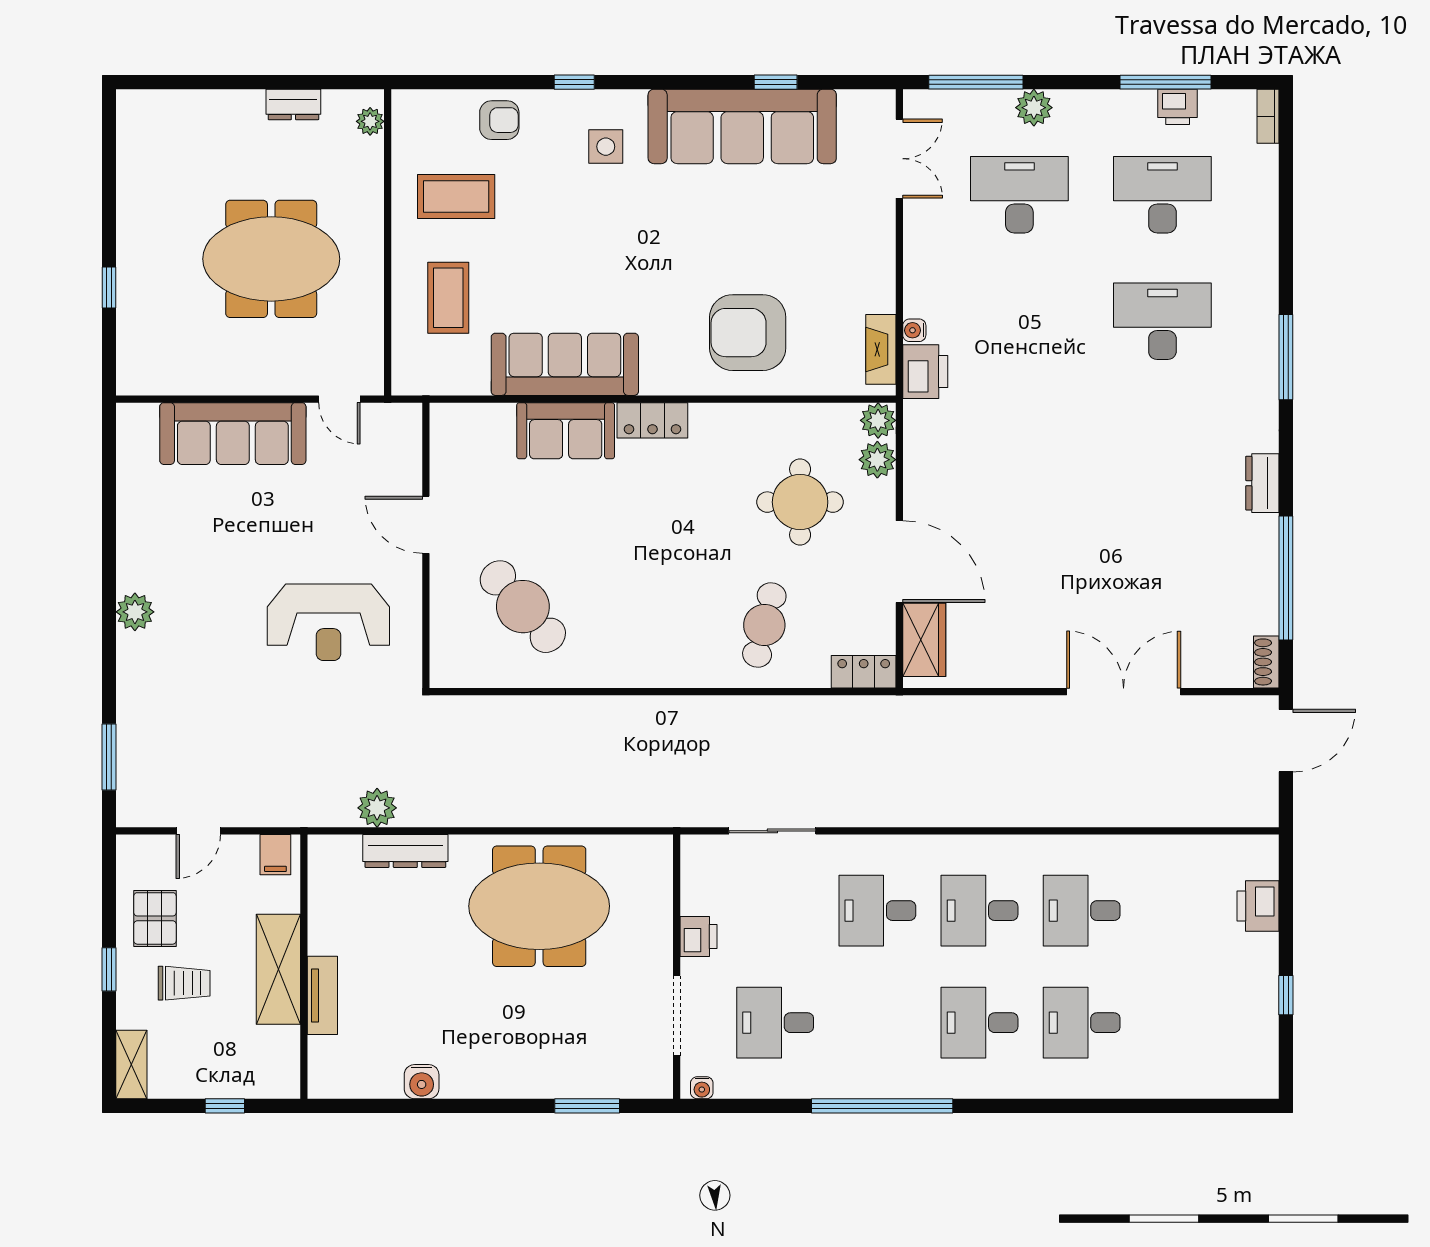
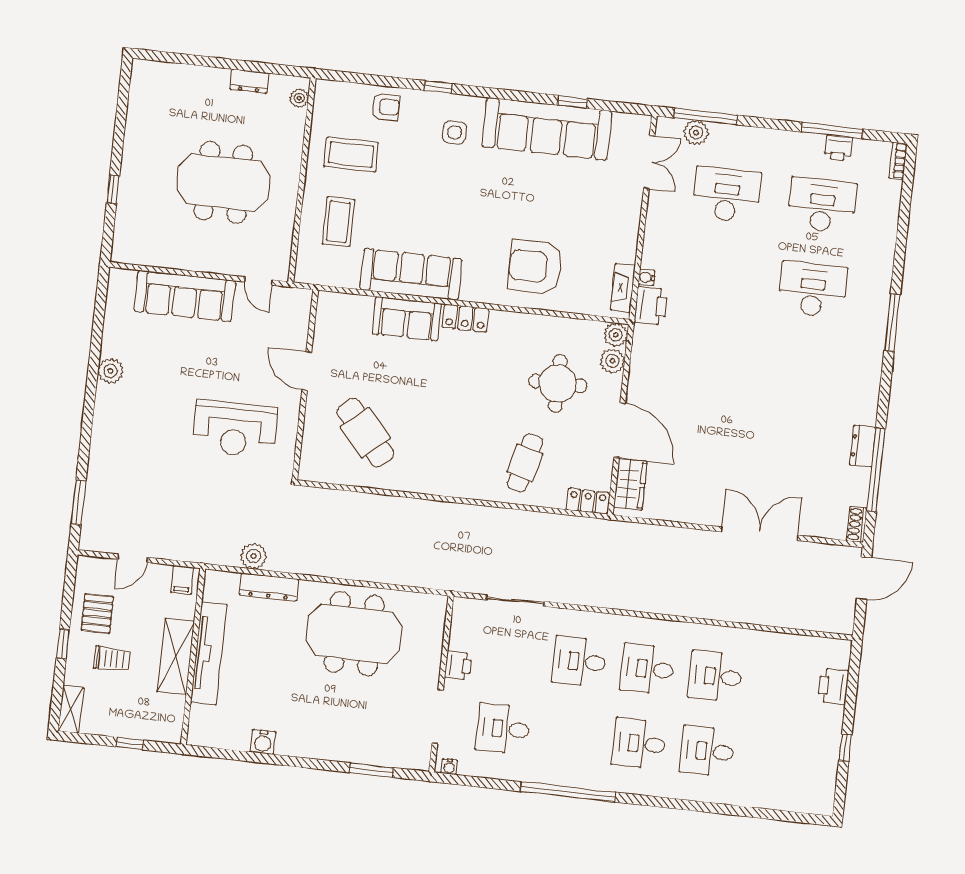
plant: (1034, 108) -> (696, 133), moved
dresser: (1262, 483) -> (863, 446), moved
plant: (135, 612) -> (111, 371), moved
tv unit: (322, 995) -> (209, 653), width x1.92, depth x1.29

